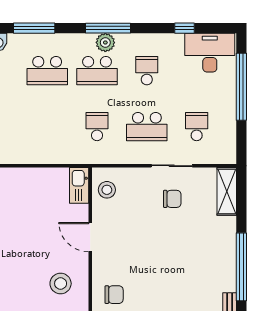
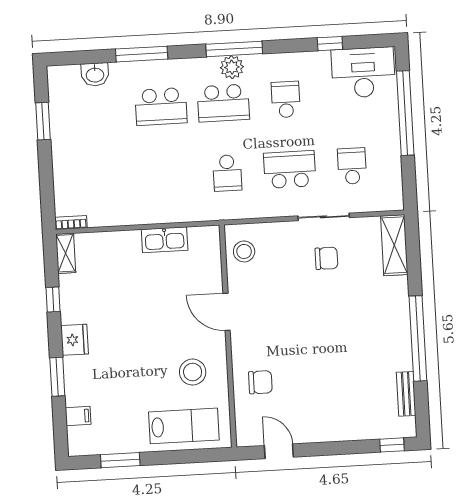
school desk: (97, 127) -> (227, 173), turned 180
school desk: (147, 127) -> (290, 169), turned 180
kitchen sink: (79, 185) -> (165, 240), moved, turned -90

